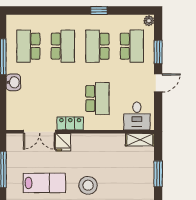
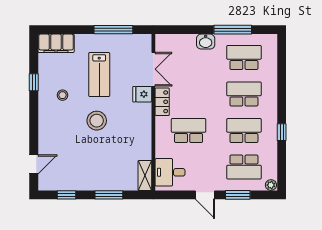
school desk: (63, 46) -> (244, 94), turned 180
school desk: (97, 98) -> (189, 131), turned 180
double door: (39, 132) -> (153, 69), swing flipped

